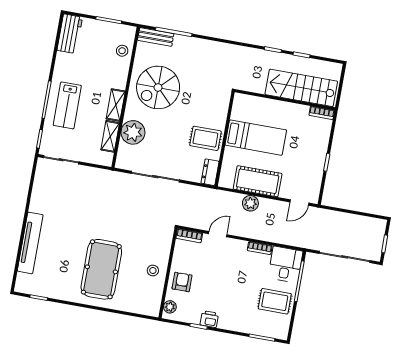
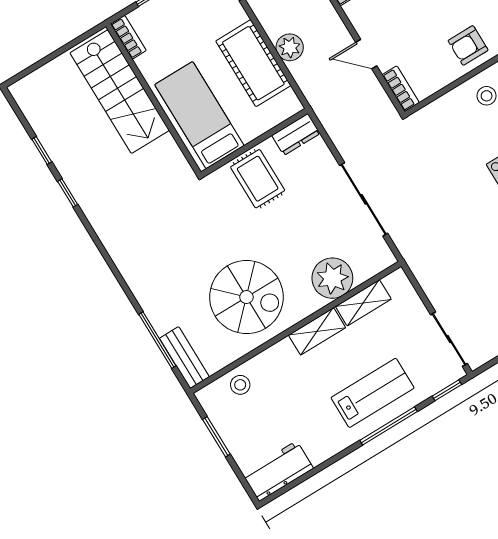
stairs: (301, 88) -> (120, 92), moved
wall: (285, 100) -> (153, 99), moved
bookcase: (322, 113) -> (128, 37), moved

